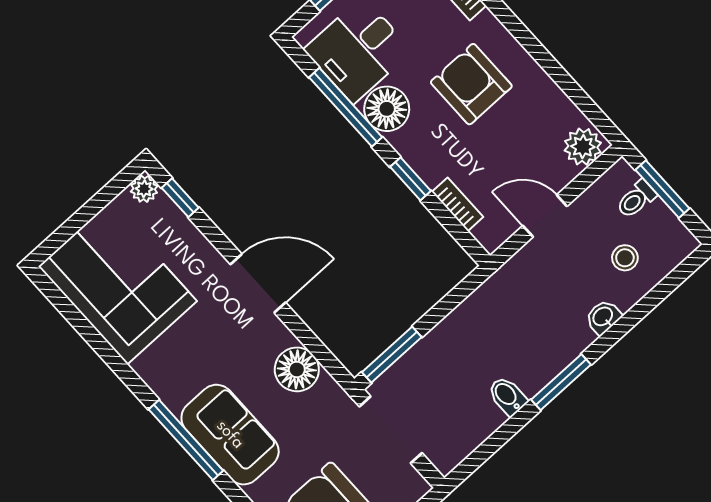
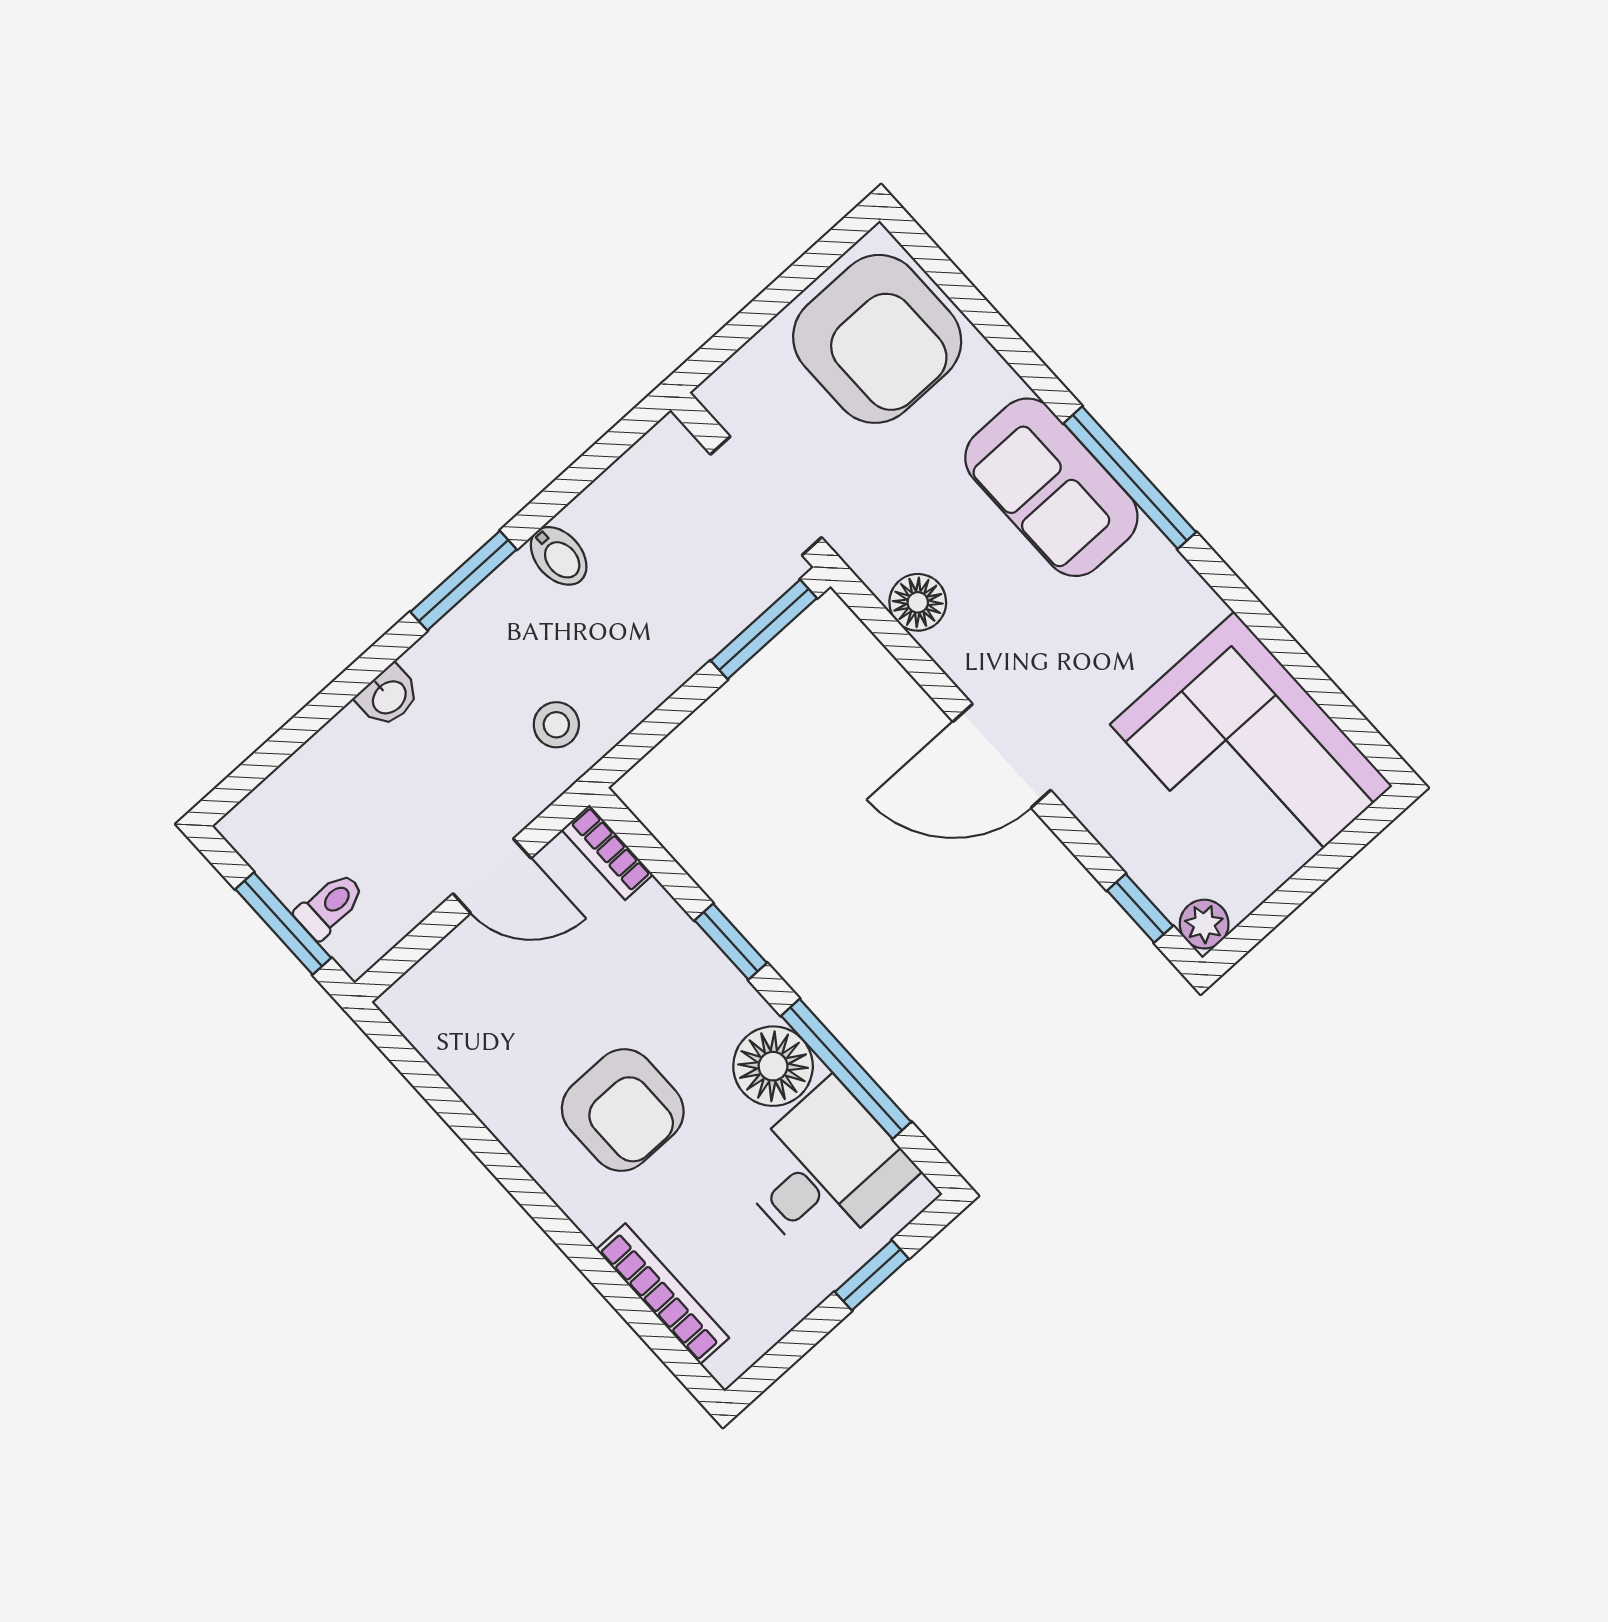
plant: (583, 147) -> (425, 999), removed
bookcase: (458, 204) -> (607, 852), moved
stool: (625, 258) -> (556, 725), moved
floor lamp: (297, 369) -> (918, 602), width x0.73, depth x0.73

